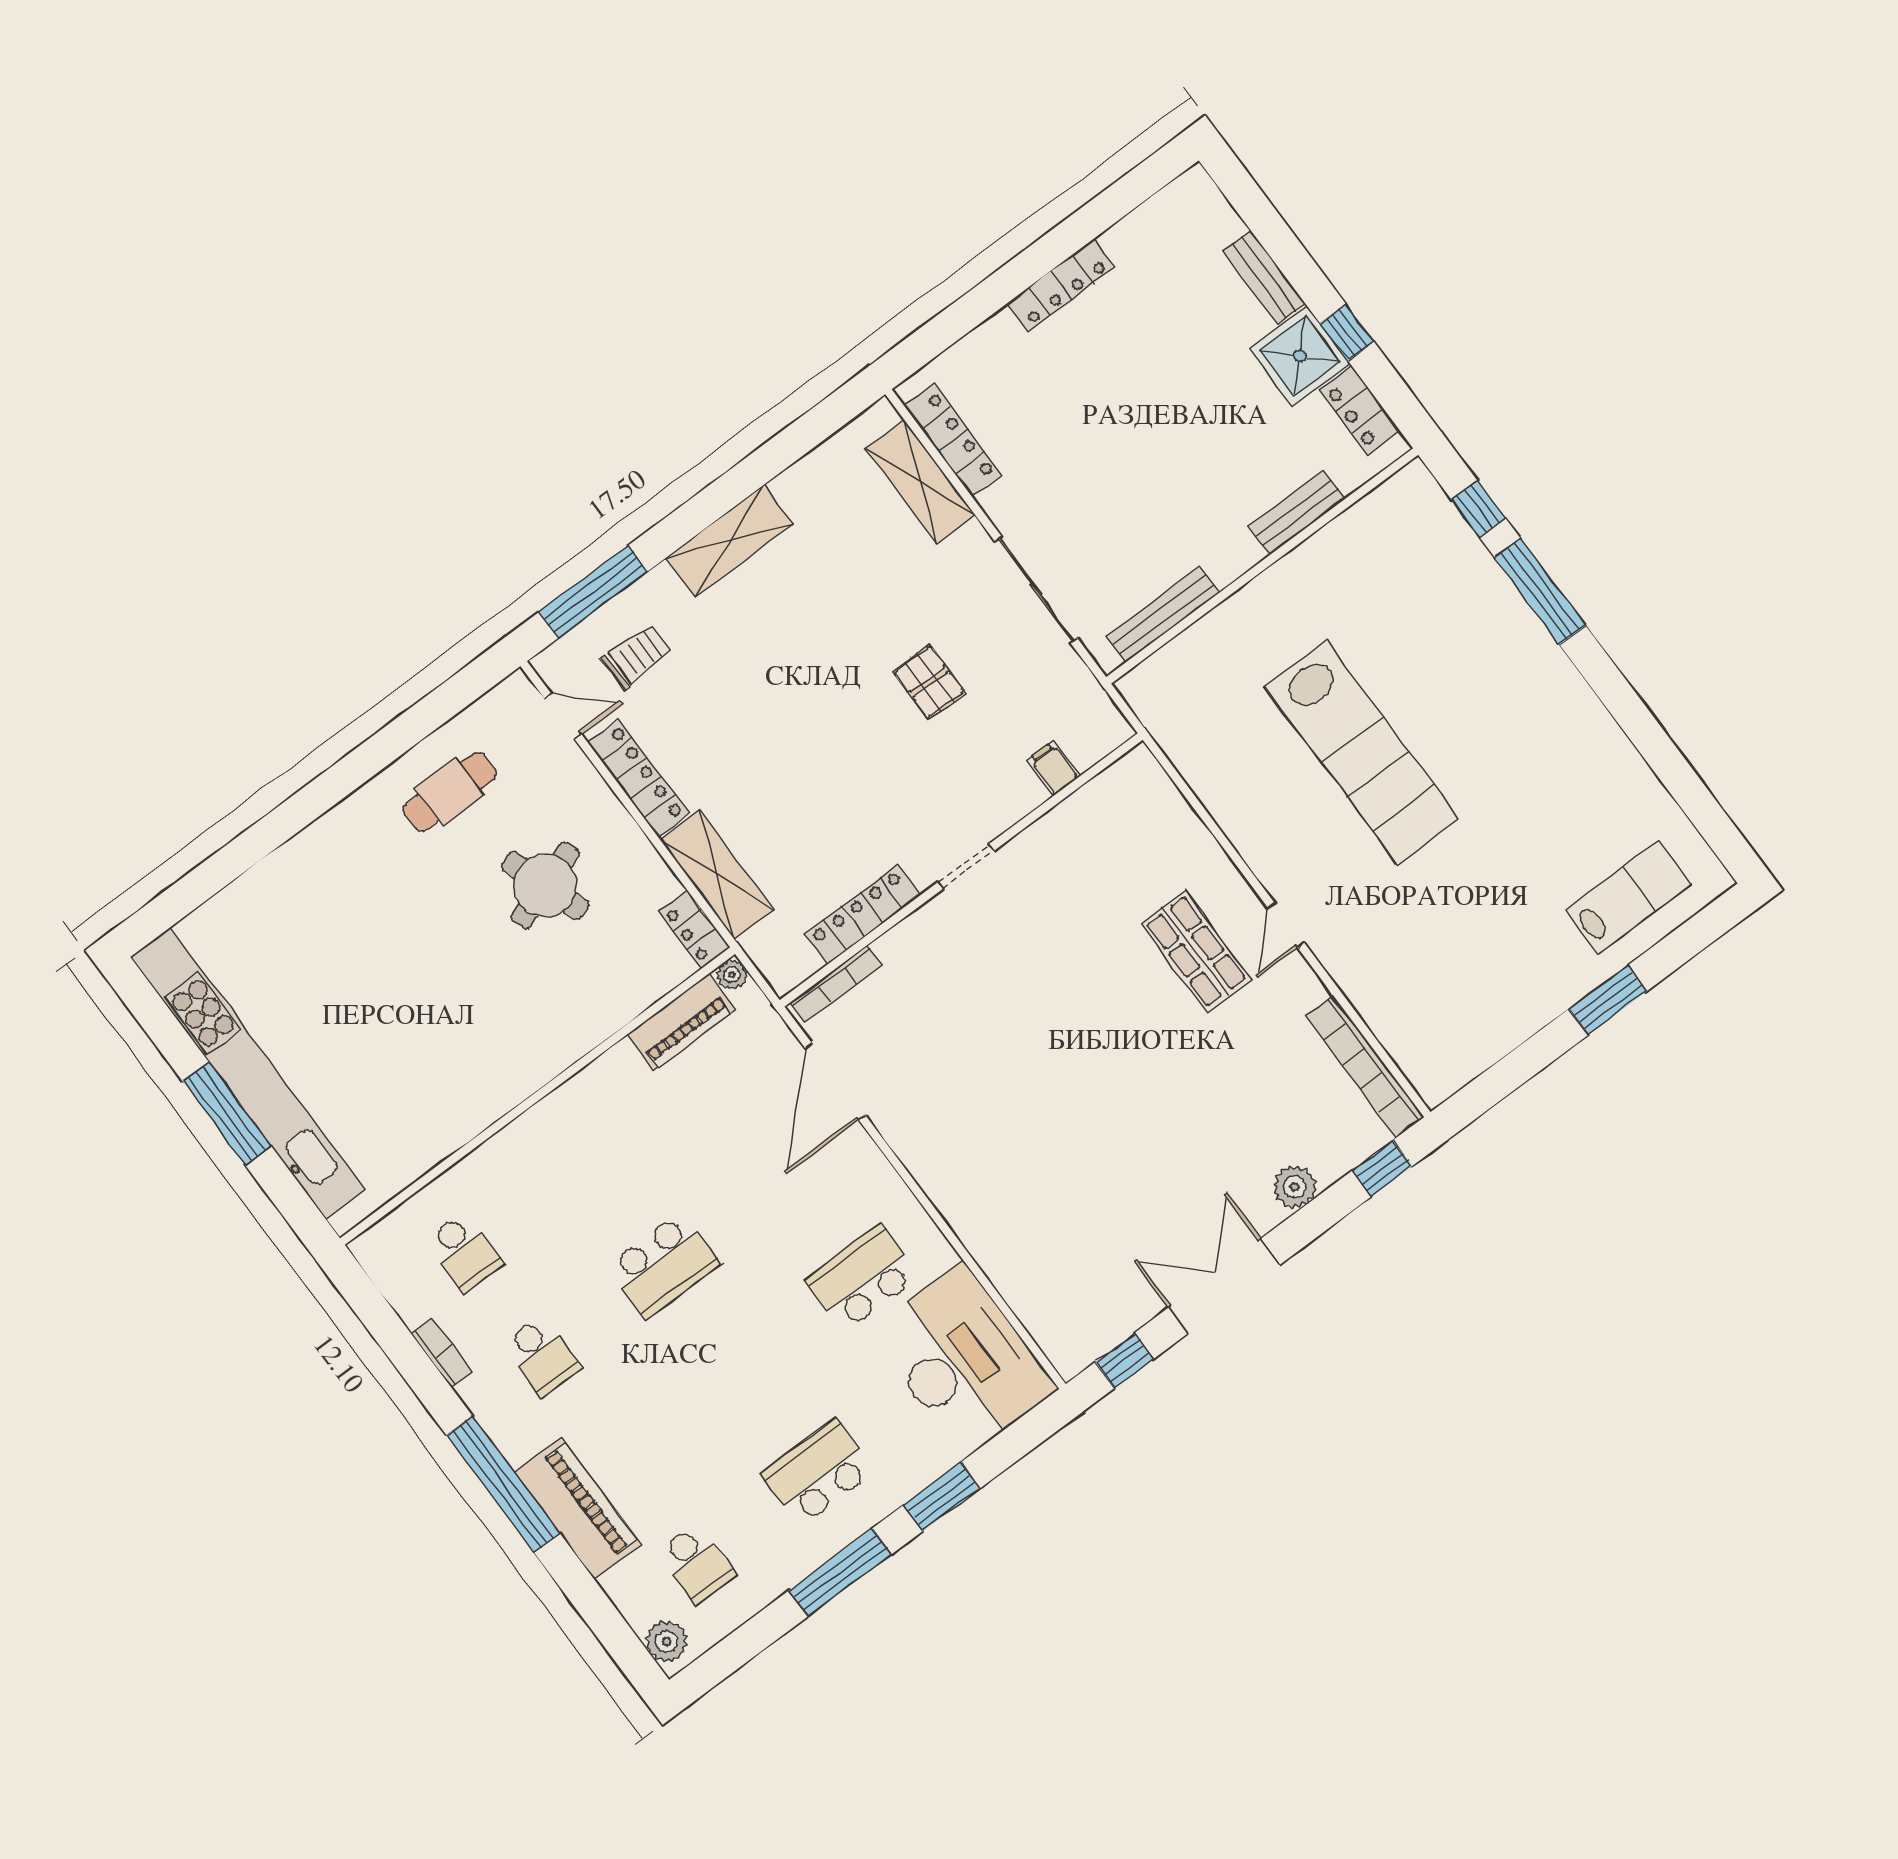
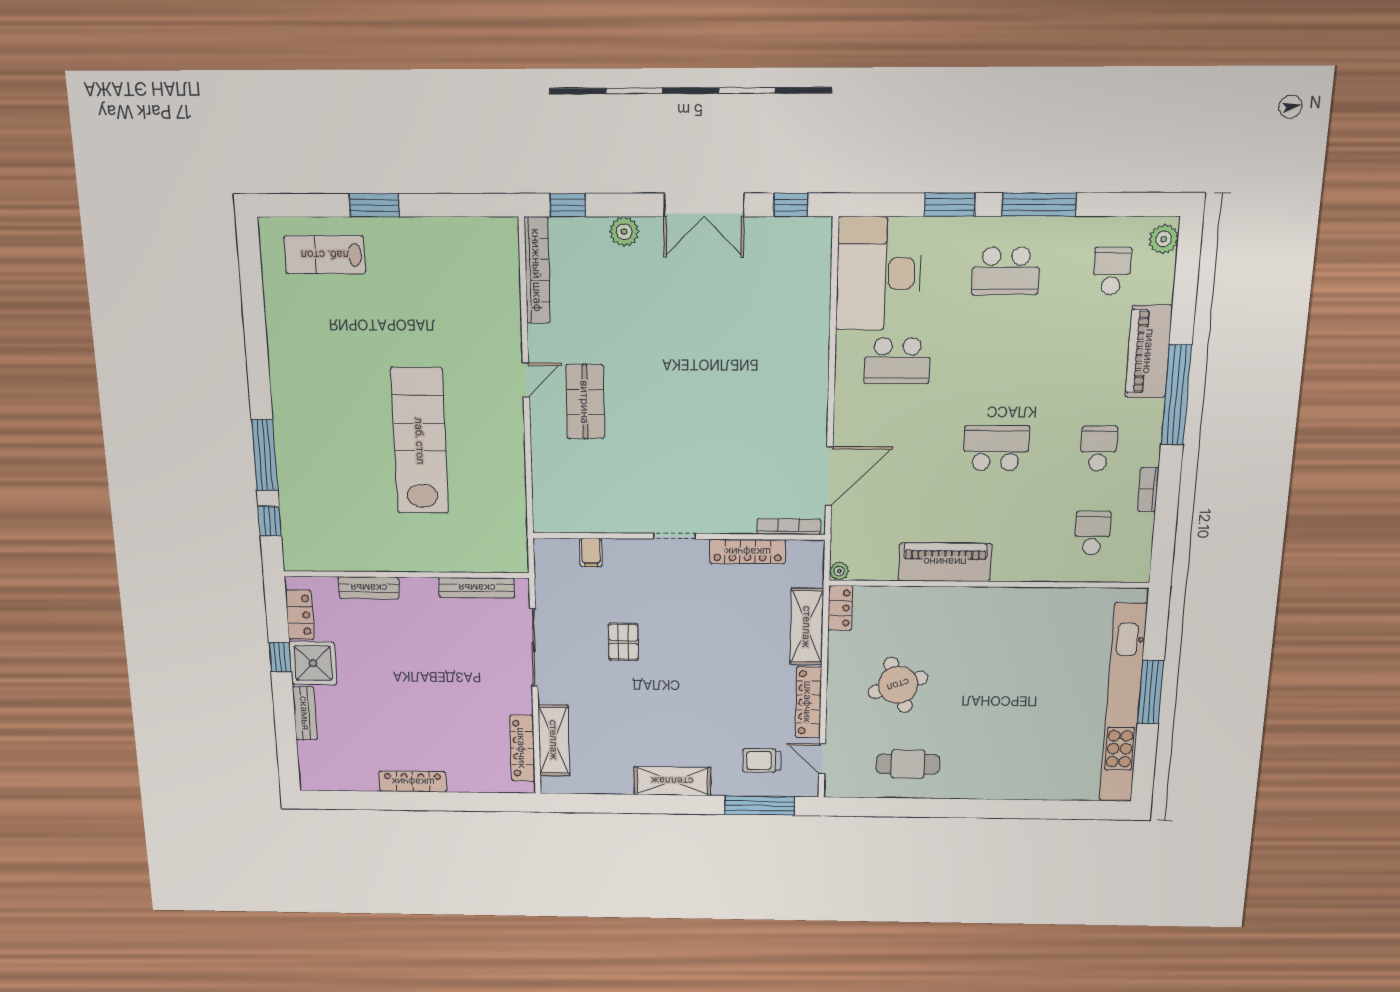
piano: (681, 1022) -> (945, 562), moved, width x1.37, depth x1.33

